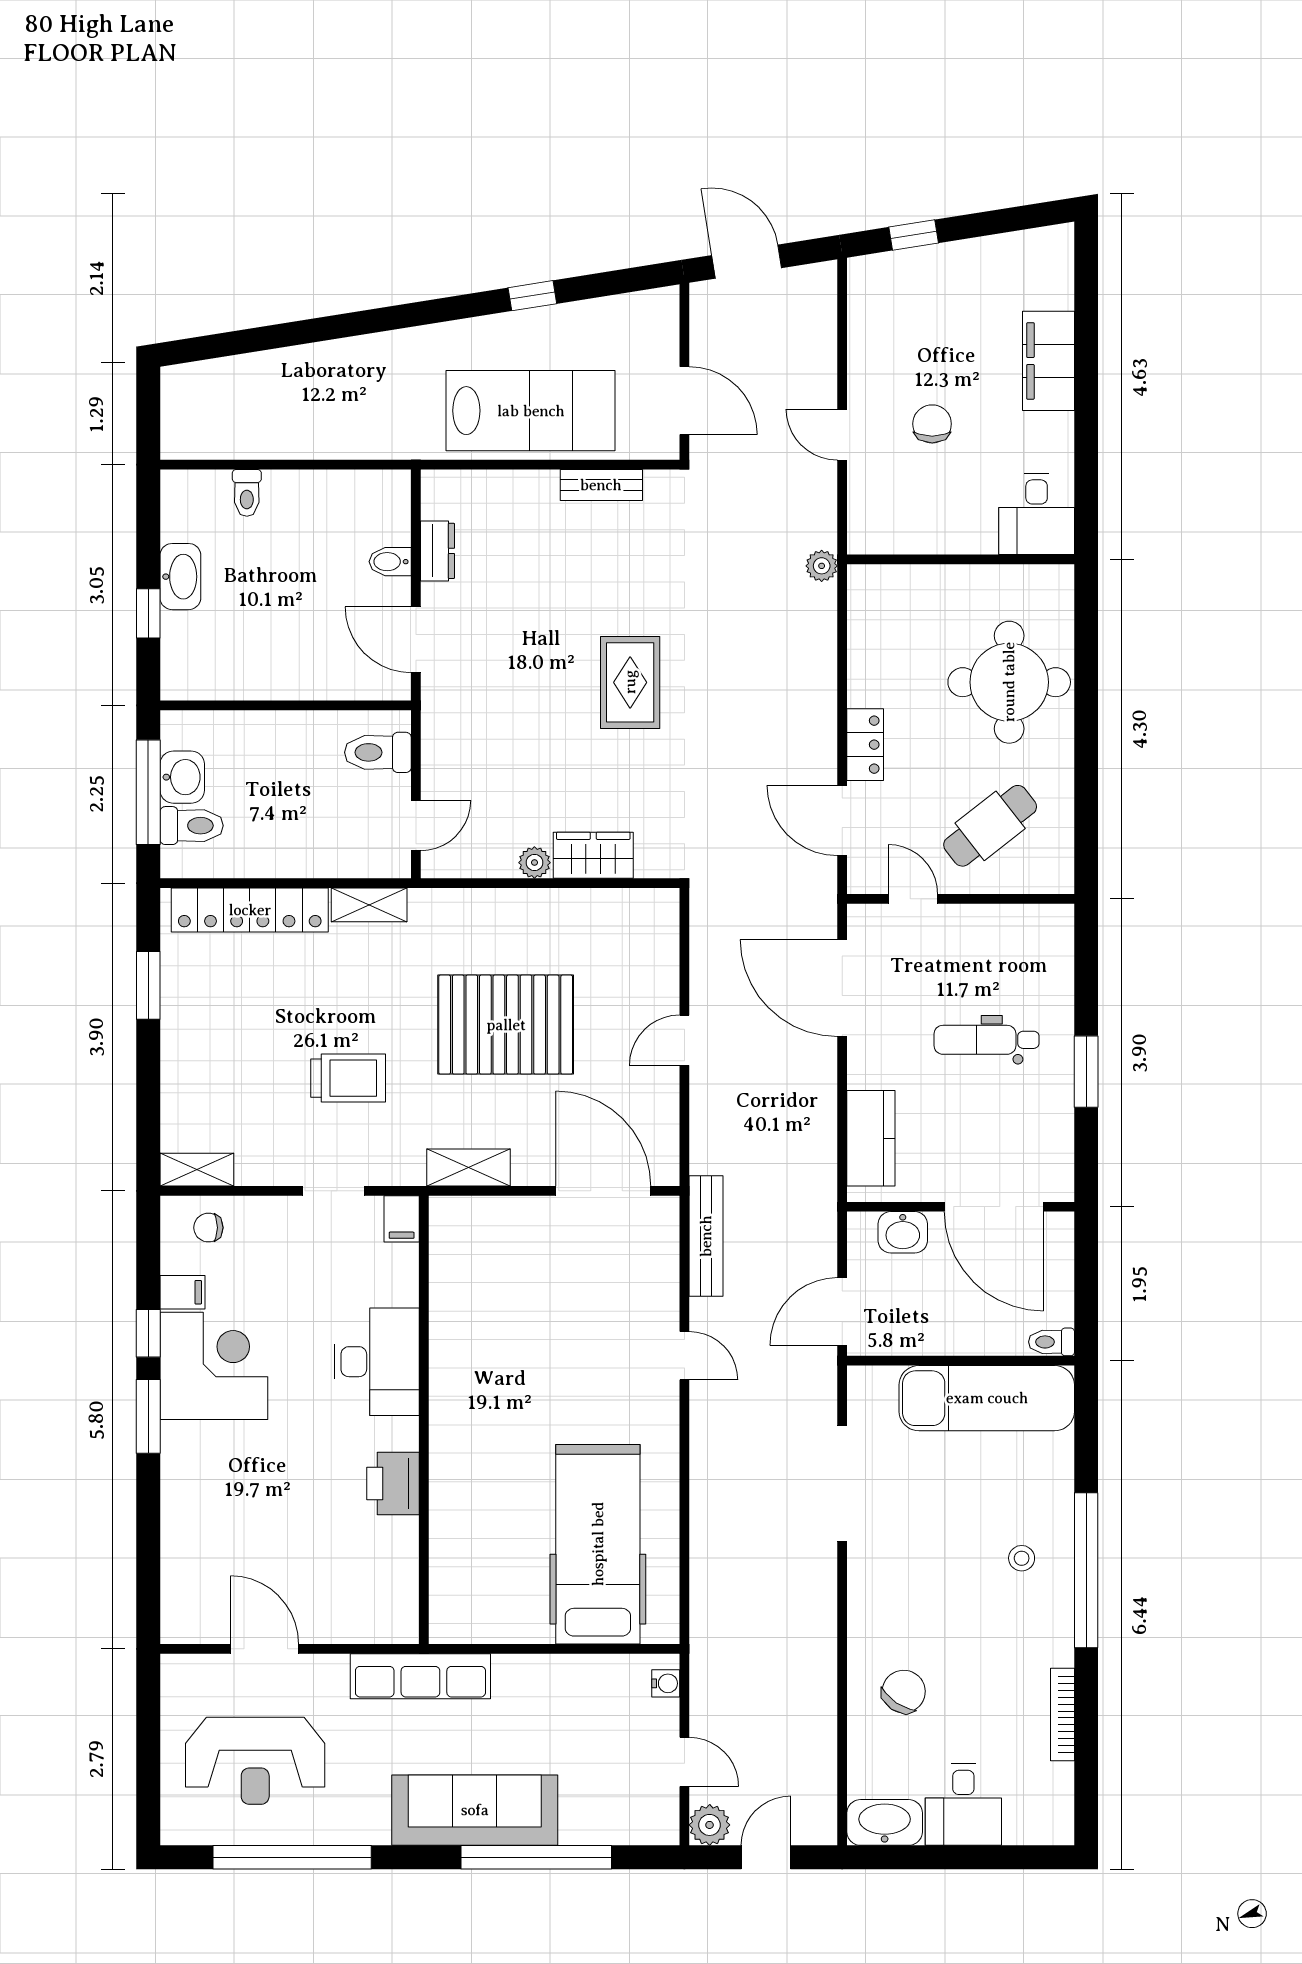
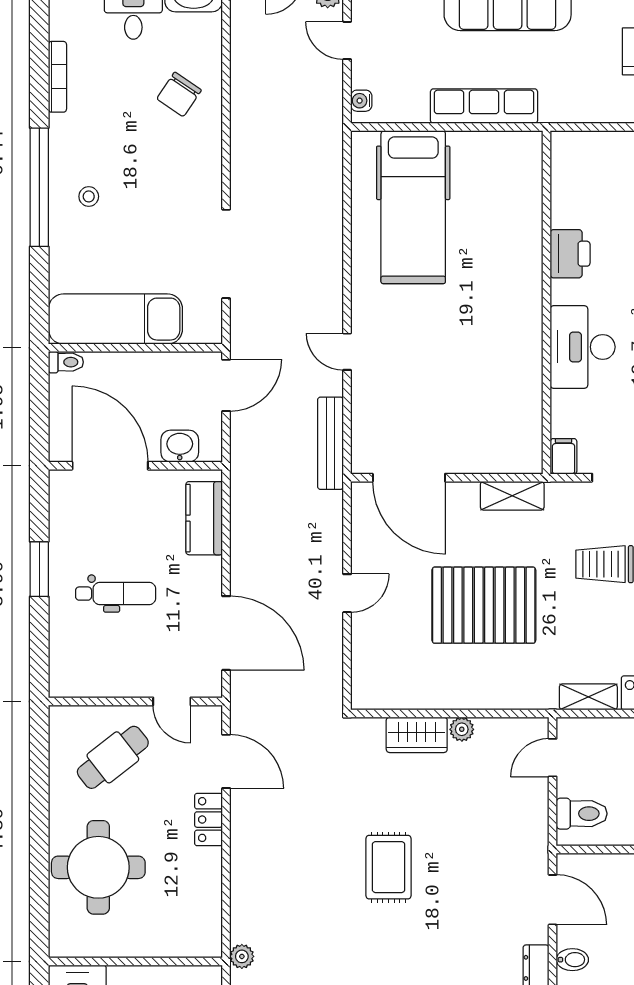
row of seats: (420, 1676) -> (484, 106), moved

